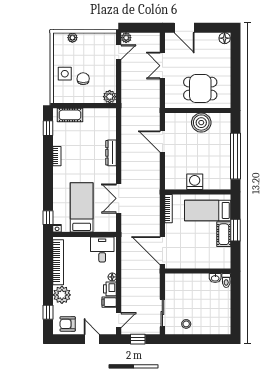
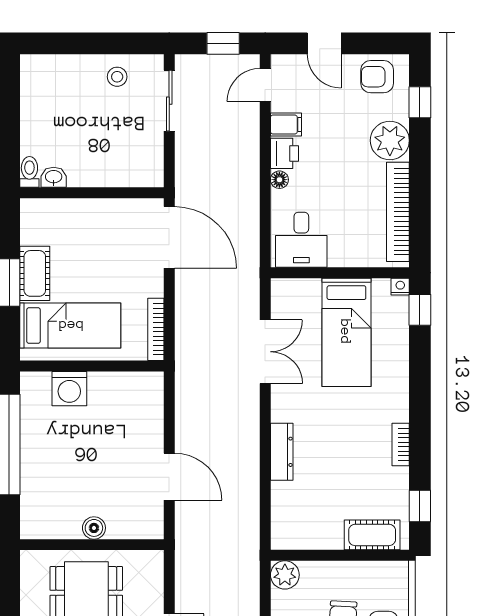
boiler: (201, 123) -> (94, 528), width x0.54, depth x0.54
washing machine: (195, 182) -> (69, 389), moved
armchair: (68, 324) -> (377, 77), turned 180

